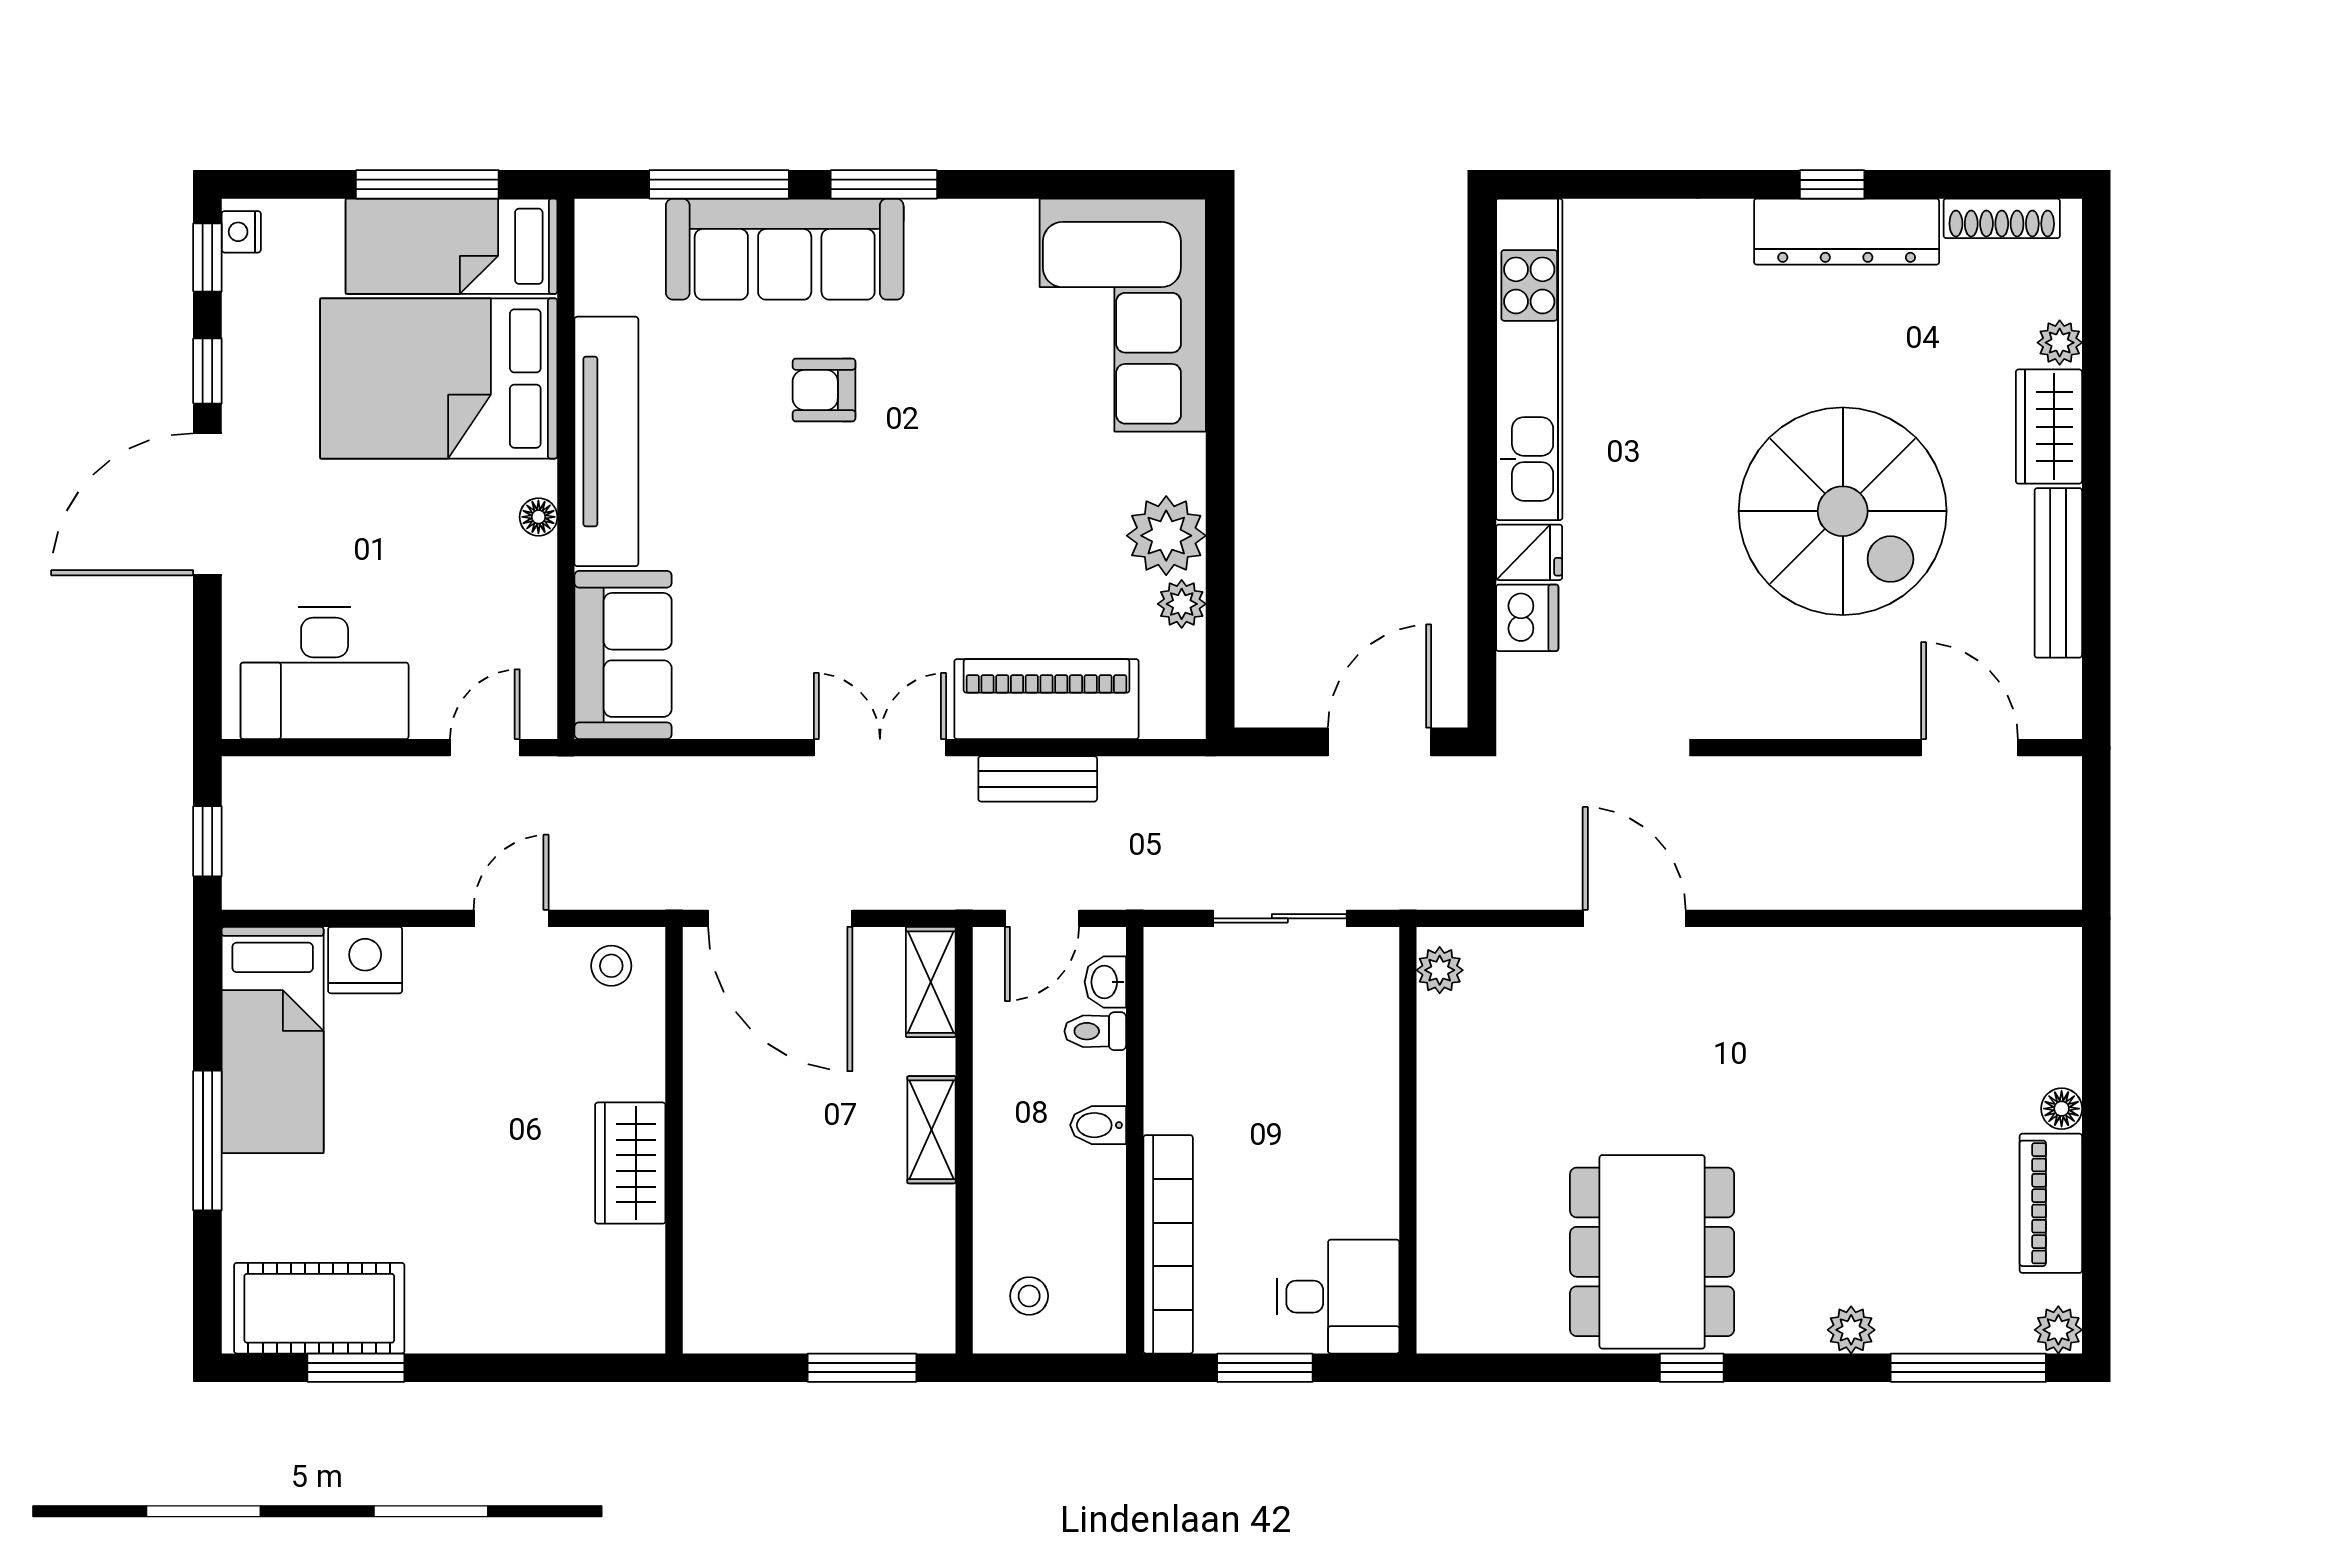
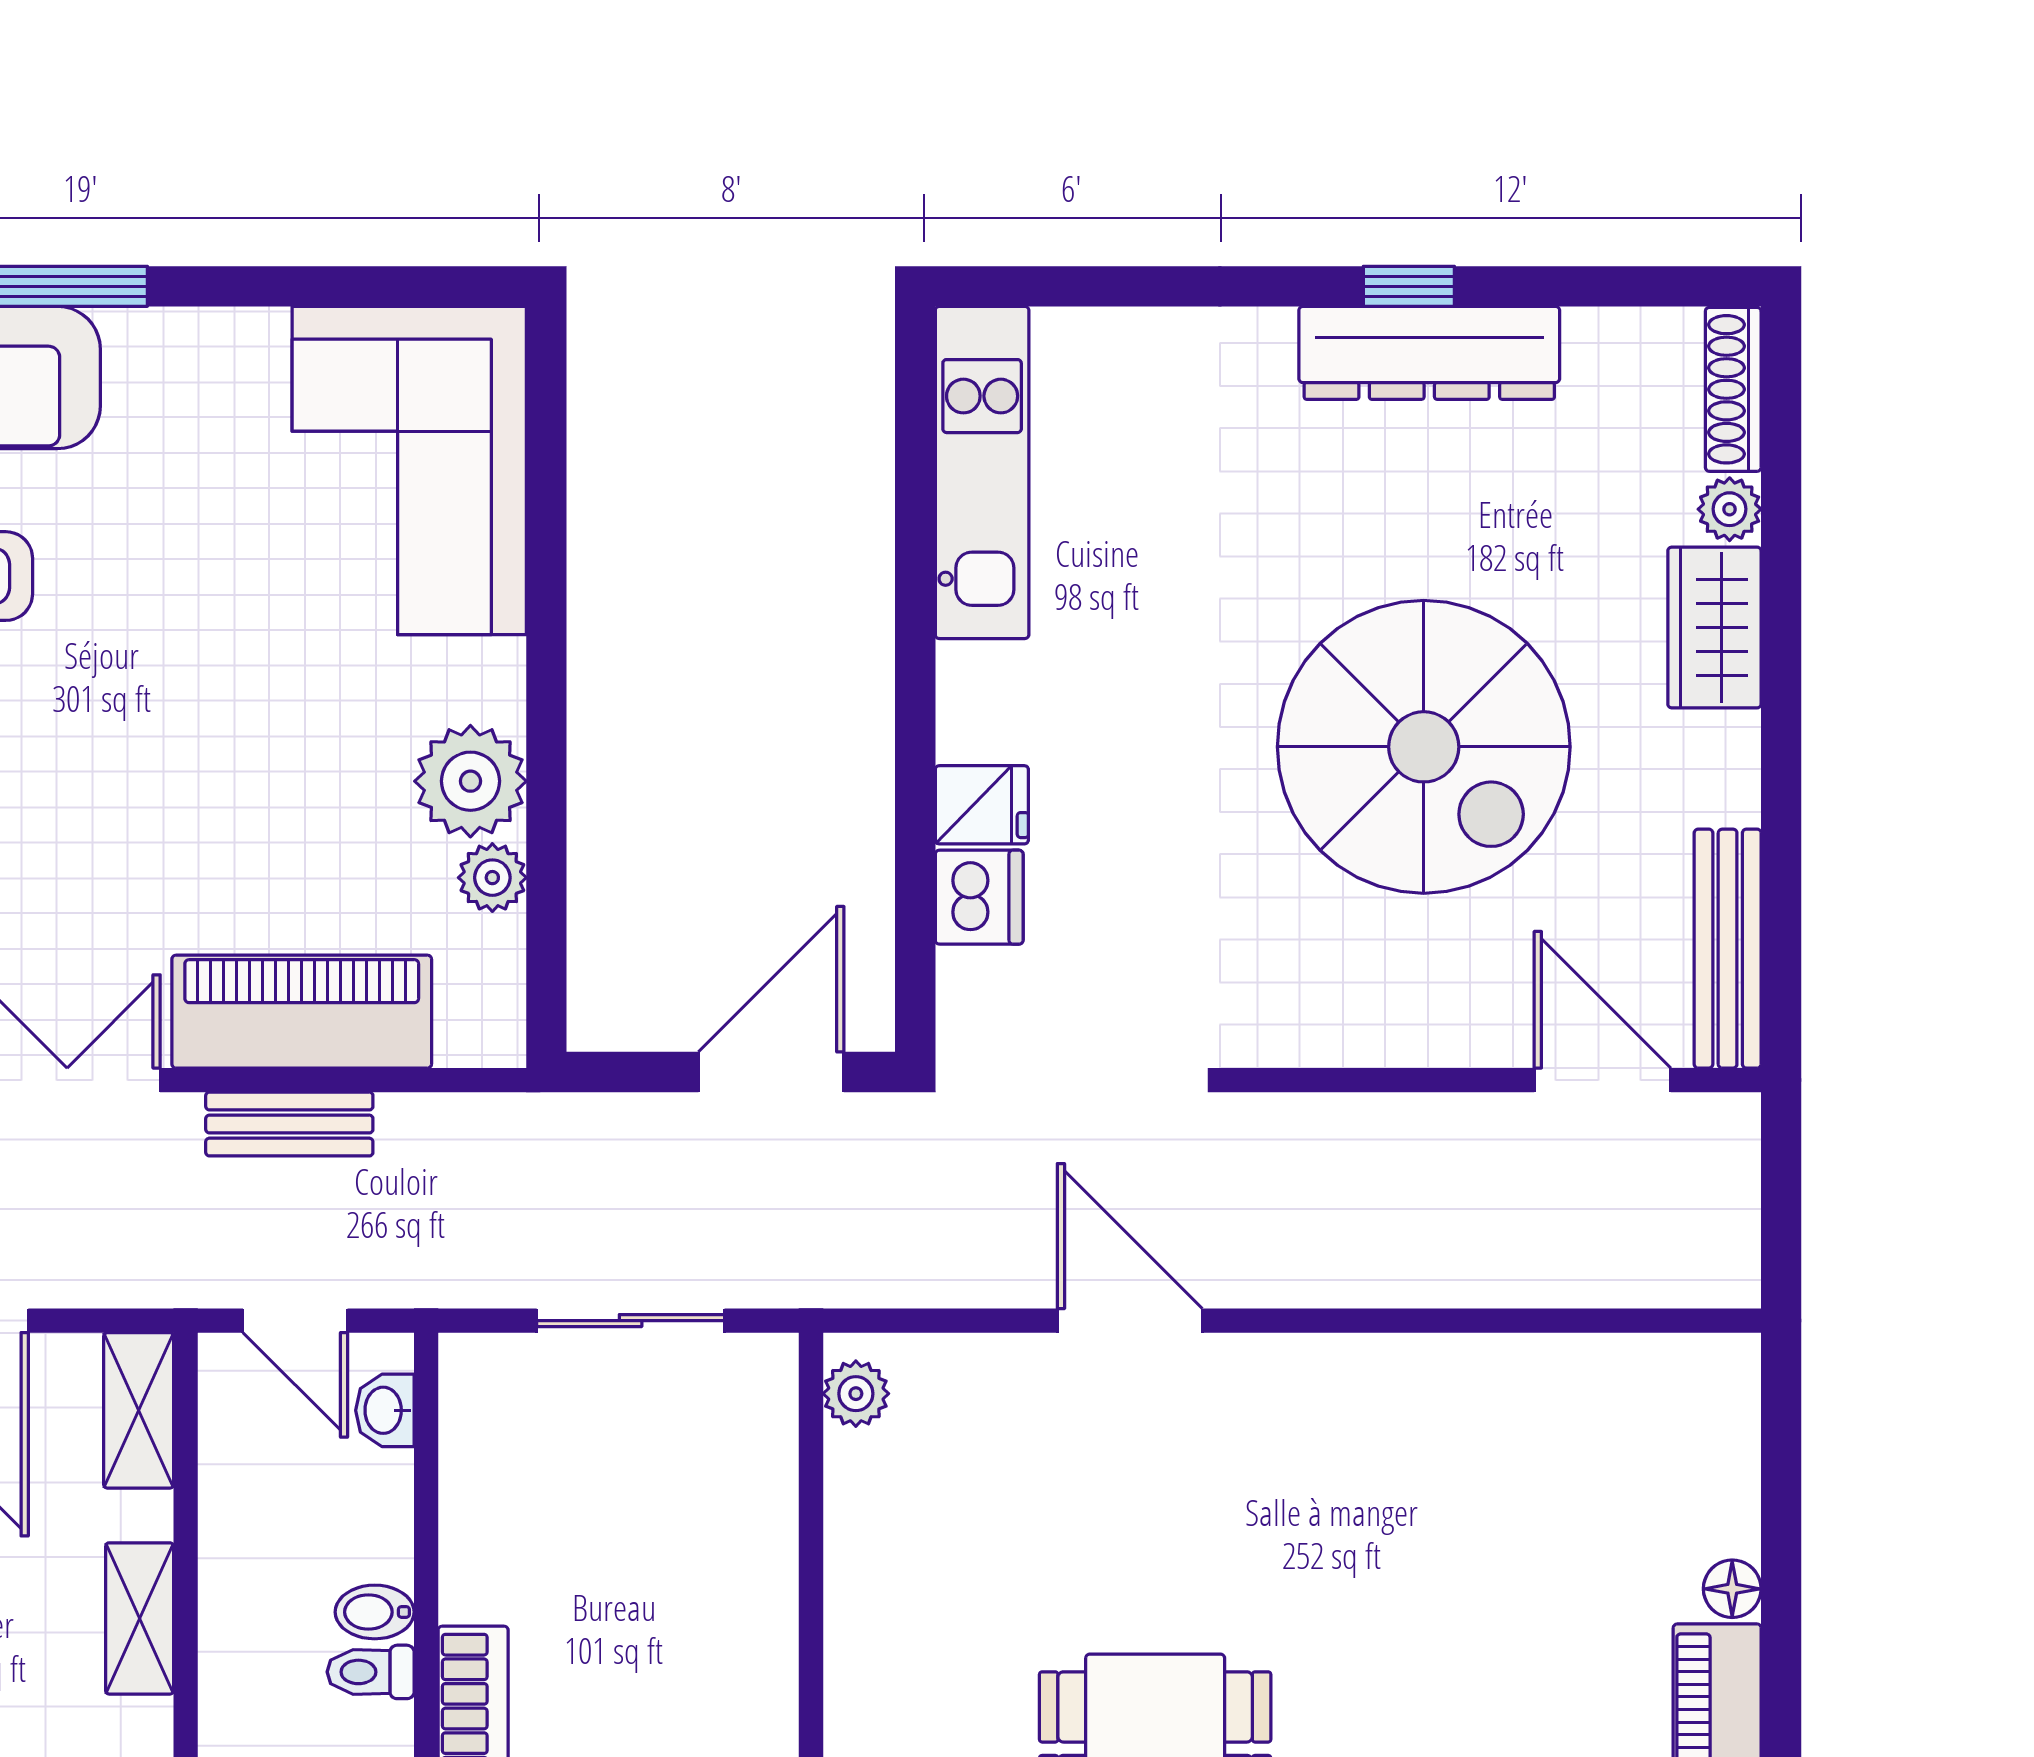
shoe rack: (2002, 218) -> (1733, 389), moved, turned 90
kitchen unit: (1529, 359) -> (982, 472), width x0.73
bench: (2058, 573) -> (1728, 949), moved
door: (1042, 918) -> (295, 1321), hinge flipped
toilet: (1095, 1031) -> (371, 1672), moved

